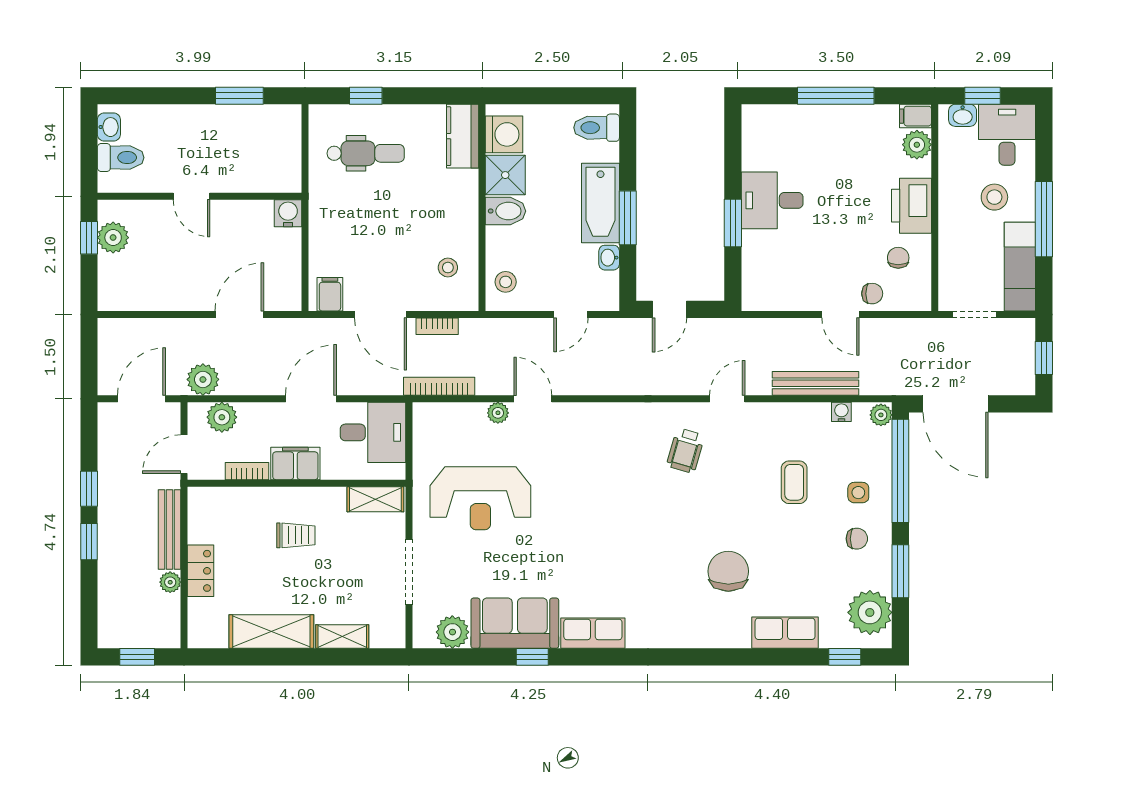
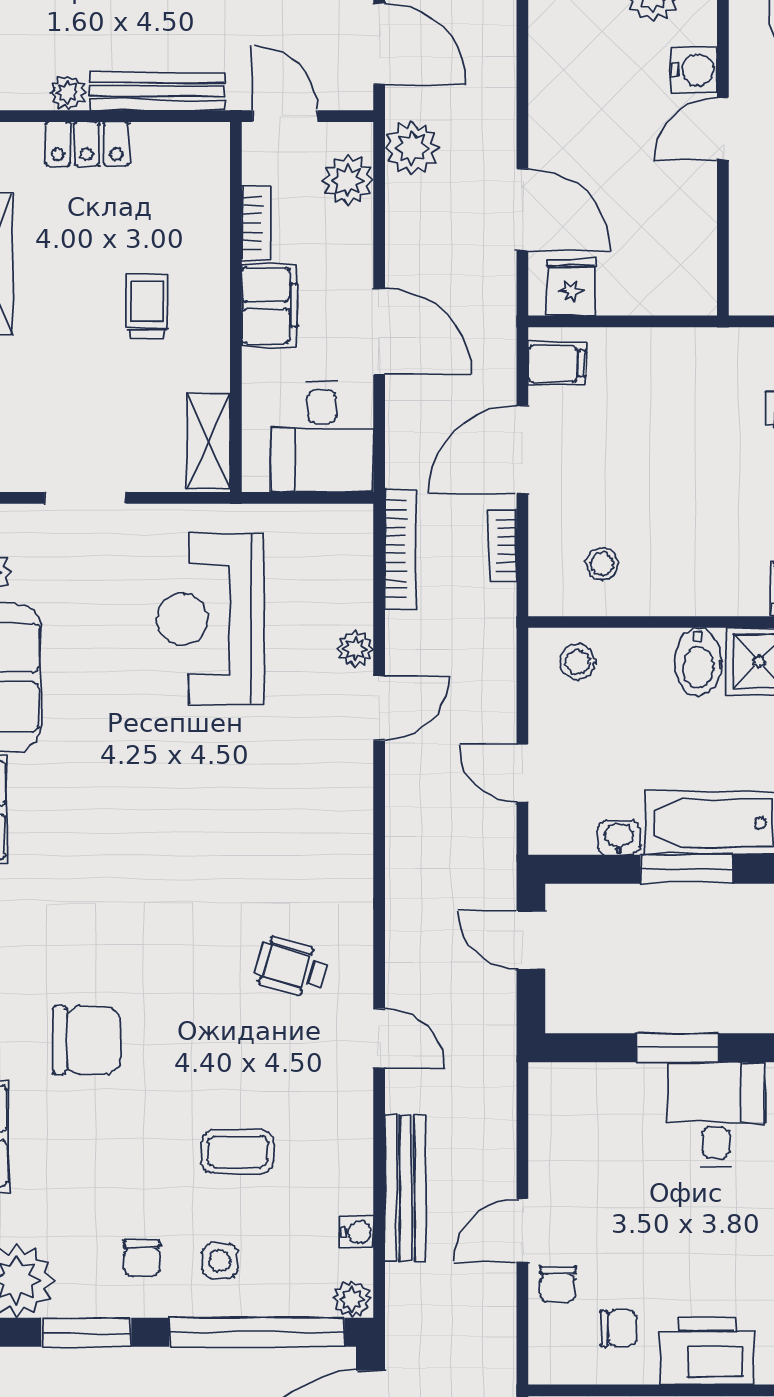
water cooler: (288, 213) -> (694, 70), moved
fridge: (285, 286) -> (571, 287), added
trolley: (296, 535) -> (147, 306), turned 180
doorway: (409, 572) -> (85, 498), width x0.73

